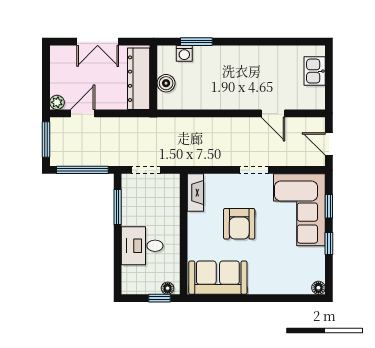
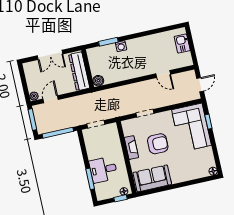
washing machine: (184, 53) -> (121, 46), moved
boiler: (166, 83) -> (98, 81), moved
door: (329, 144) -> (200, 85), swing flipped
doorway: (254, 170) -> (145, 113), moved
fireplace: (195, 193) -> (131, 148), moved
window: (118, 207) -> (90, 179), moved
armchair: (239, 224) -> (158, 144), turned -90
window: (329, 243) -> (213, 144), removed

